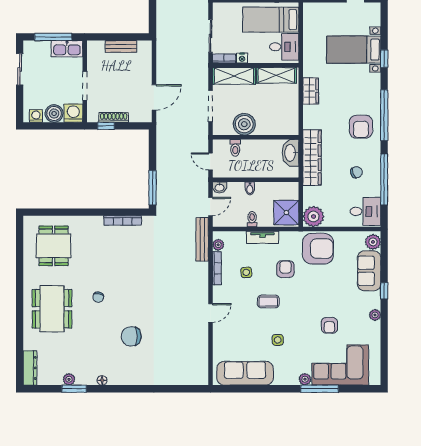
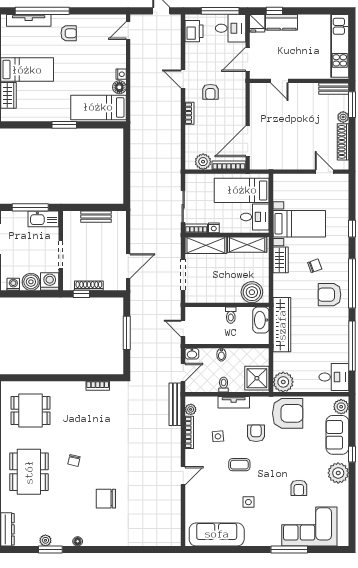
bed with nightstands: (354, 50) -> (299, 224), moved, turned 180
boiler: (244, 124) -> (252, 292), moved
armchair: (361, 127) -> (329, 295), turned 90
toilet: (235, 148) -> (231, 315), moved
chair: (356, 172) -> (315, 266), moved
window: (153, 188) -> (127, 333), moved
bookcase: (123, 220) -> (98, 386), width x0.64
dining table: (54, 246) -> (30, 411), turned 90
plant: (375, 315) -> (338, 473), width x1.88, depth x1.88
plant: (305, 379) -> (275, 540), removed

